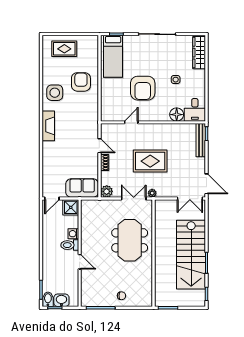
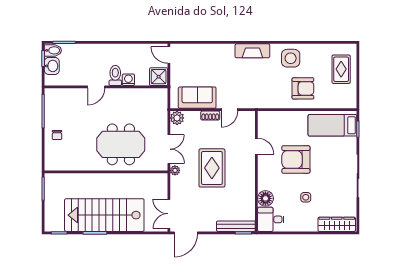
sofa: (82, 188) -> (197, 98), moved, turned -90

